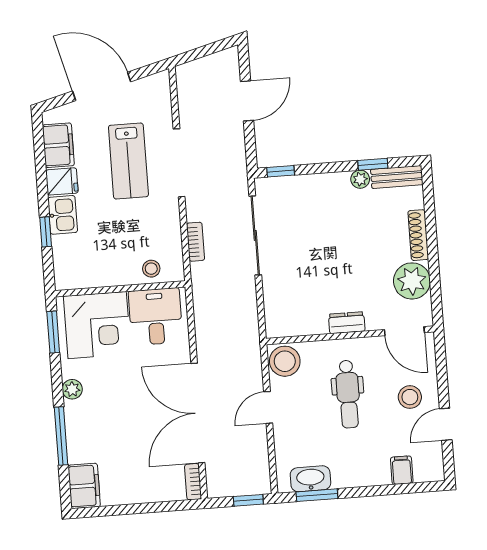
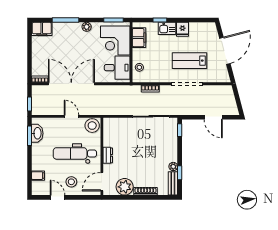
filing cabinet: (58, 145) -> (139, 38), moved, turned -90
dental chair: (348, 394) -> (75, 153), width x1.36, depth x1.38

